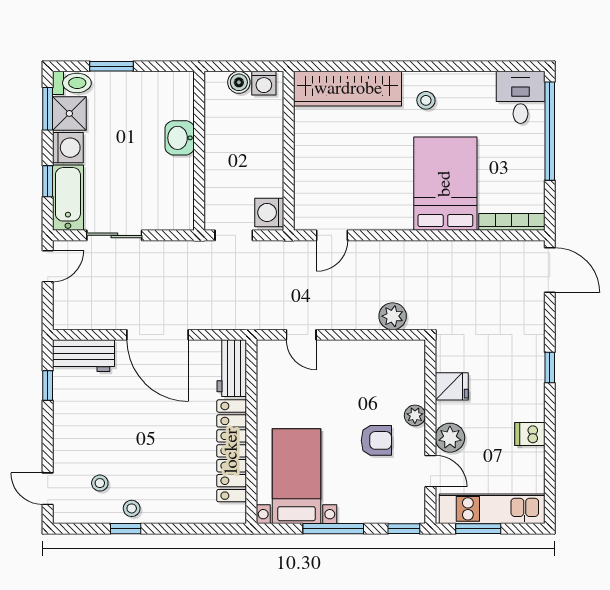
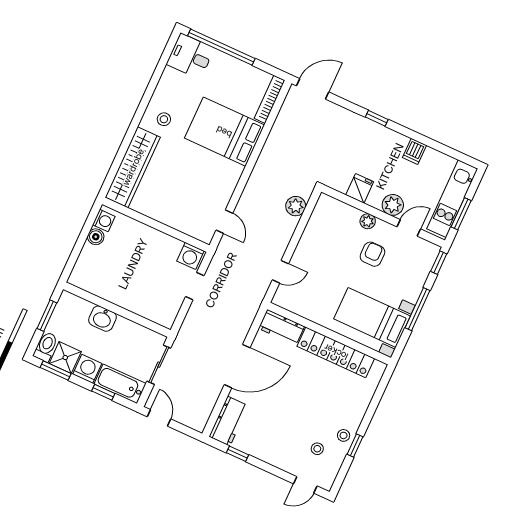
washbasin: (180, 138) -> (102, 319), moved
wall: (199, 151) -> (117, 310), moved

